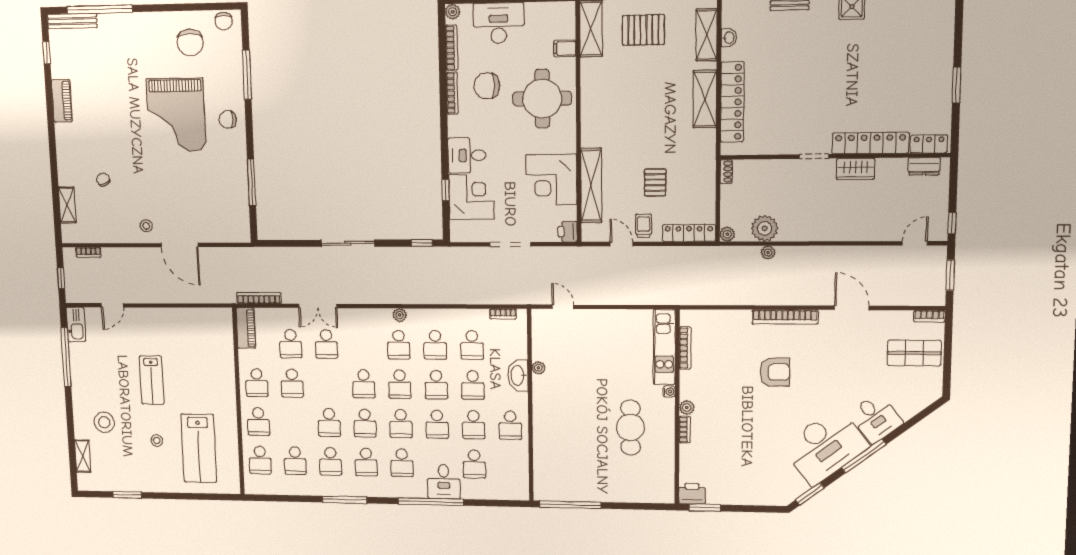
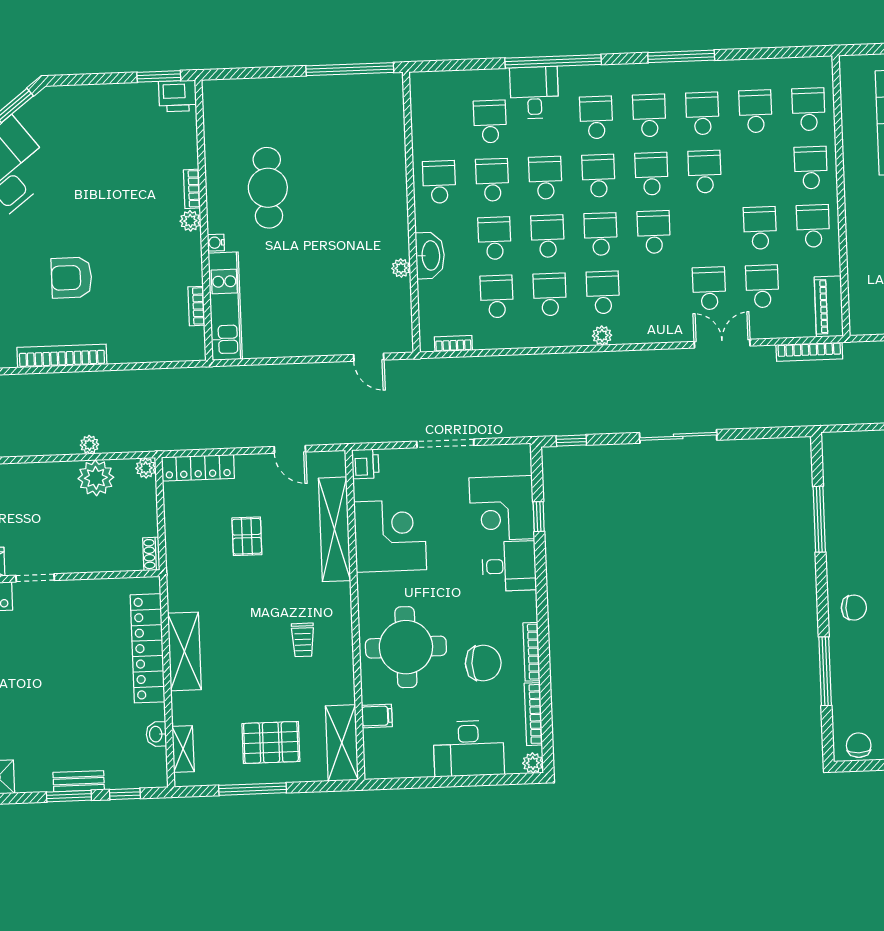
shelving: (707, 35) -> (183, 749), width x0.67, depth x0.75
trolley: (644, 226) -> (303, 640), moved
bookcase: (685, 348) -> (196, 306), width x0.64

